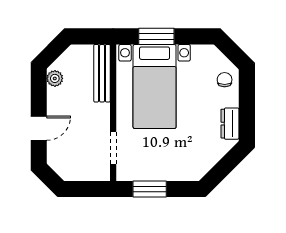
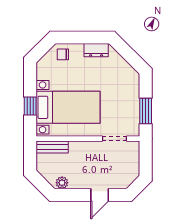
window: (156, 36) -> (30, 106), width x0.67
bench: (102, 73) -> (52, 147), width x0.73
door: (39, 128) -> (100, 195), swing flipped

